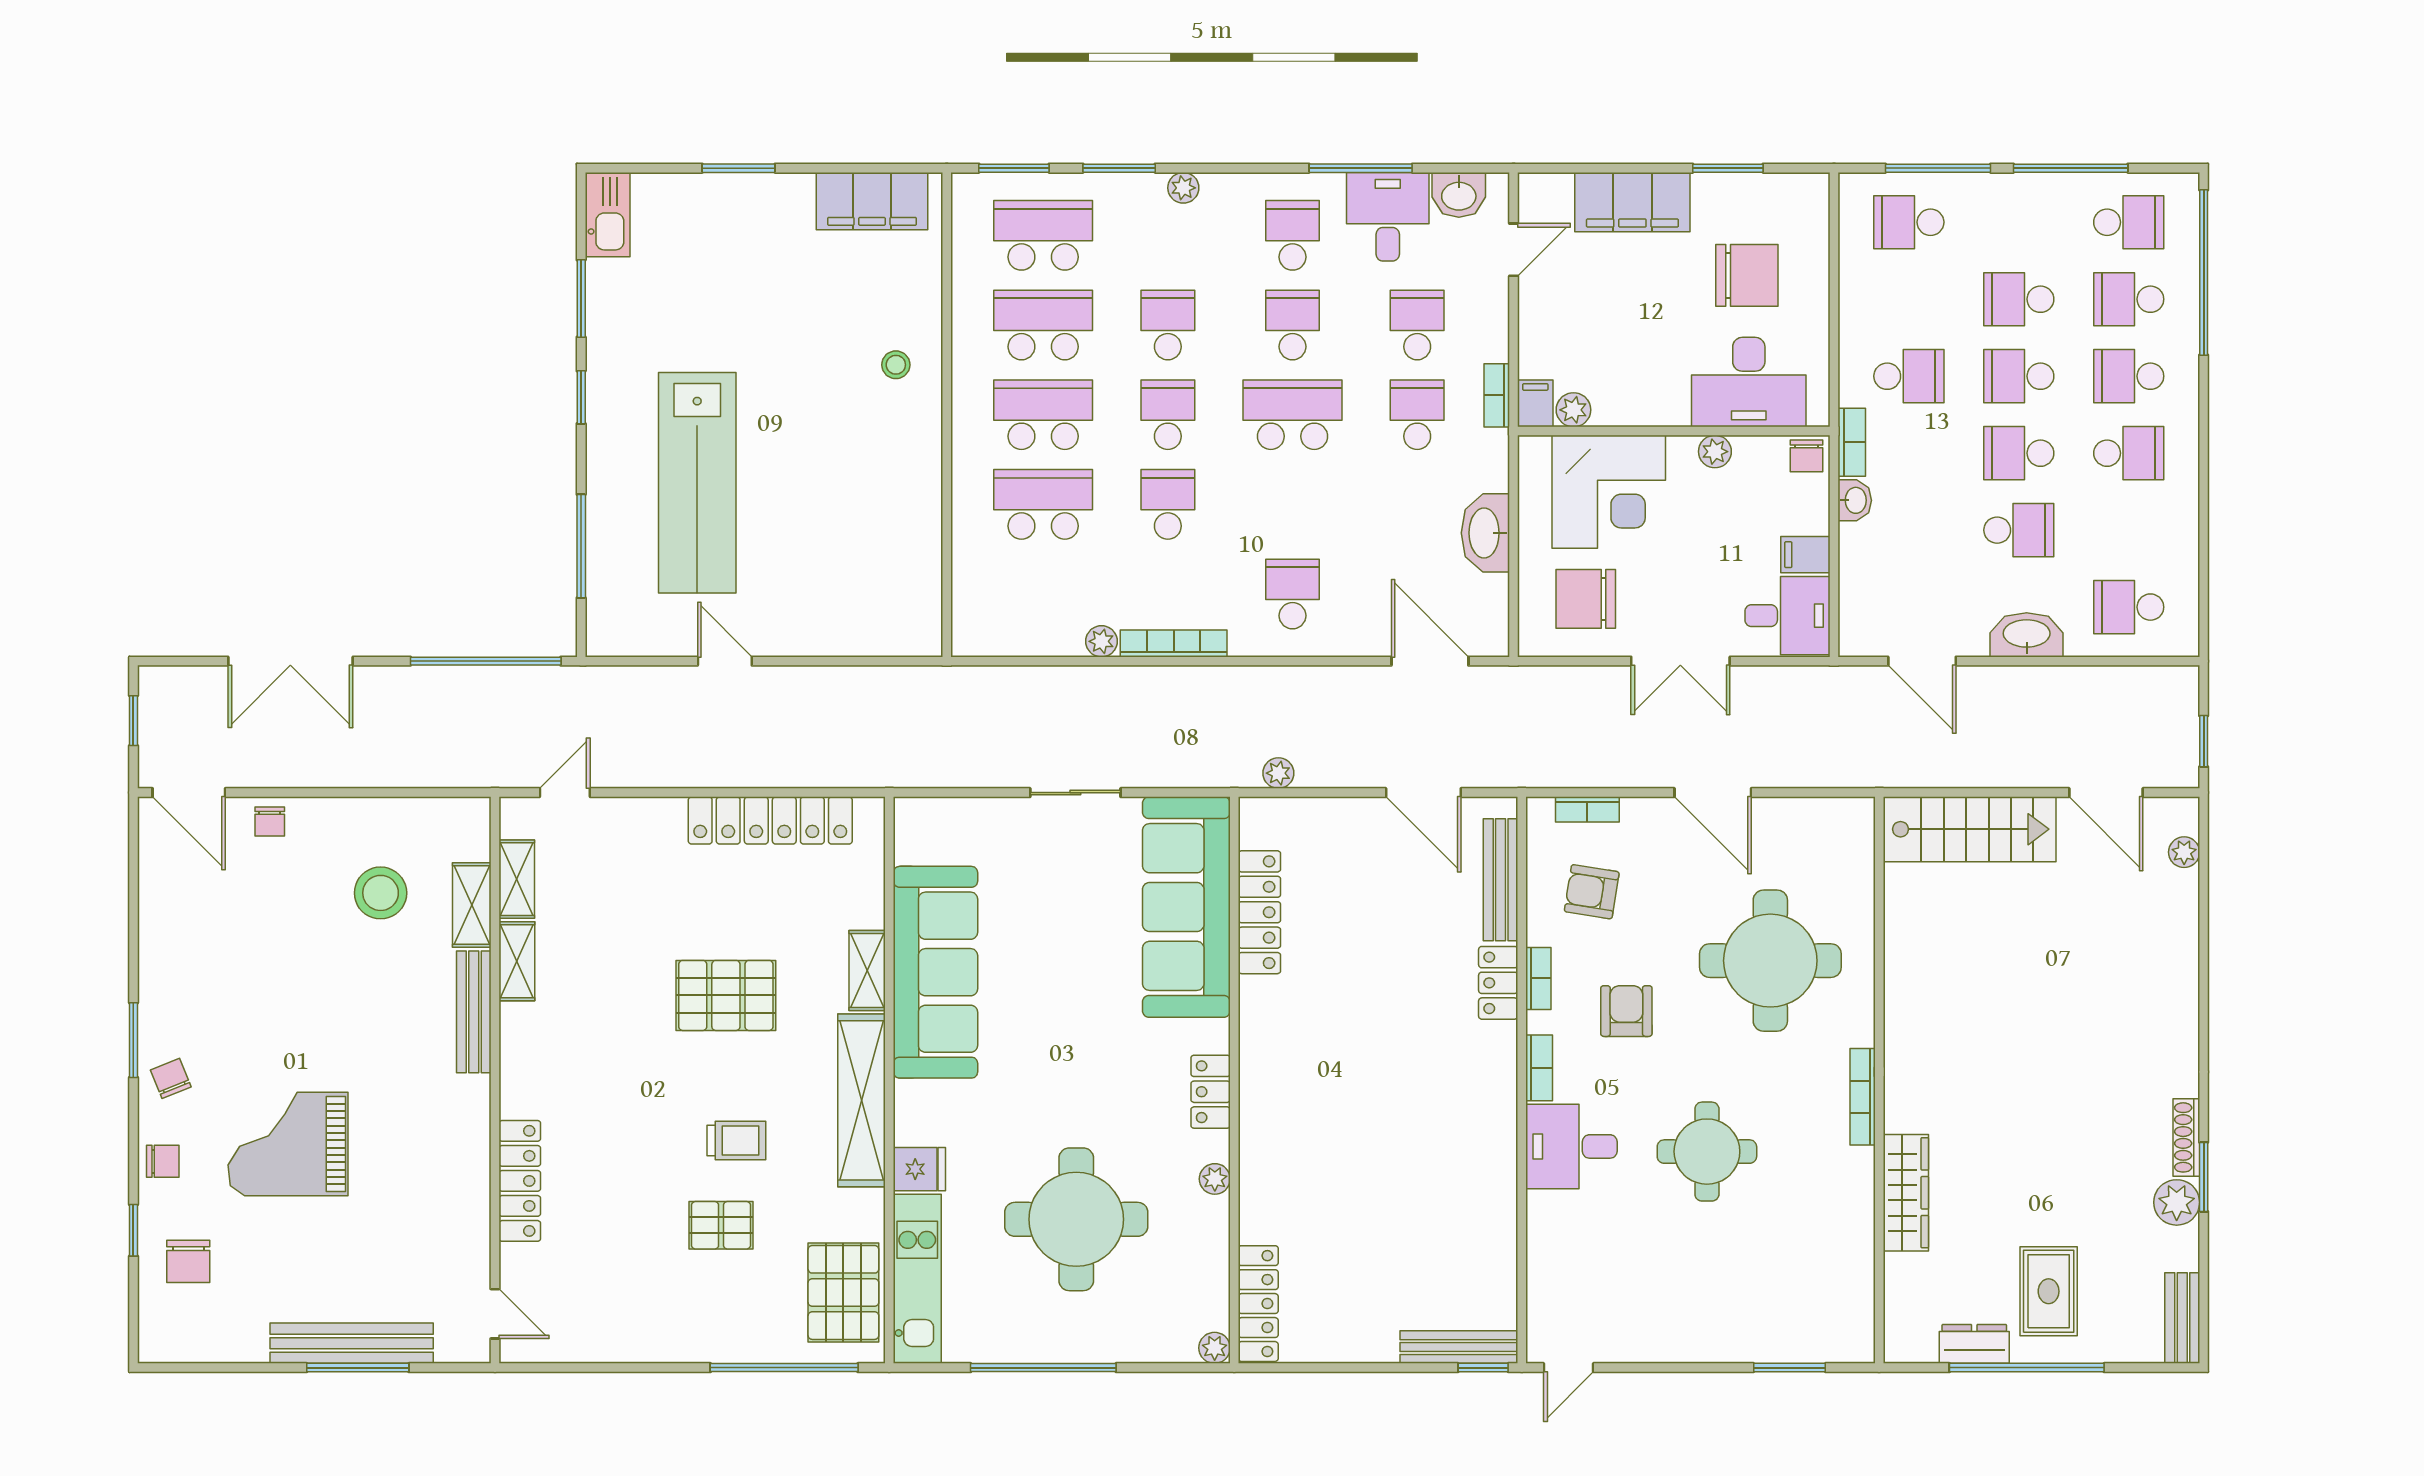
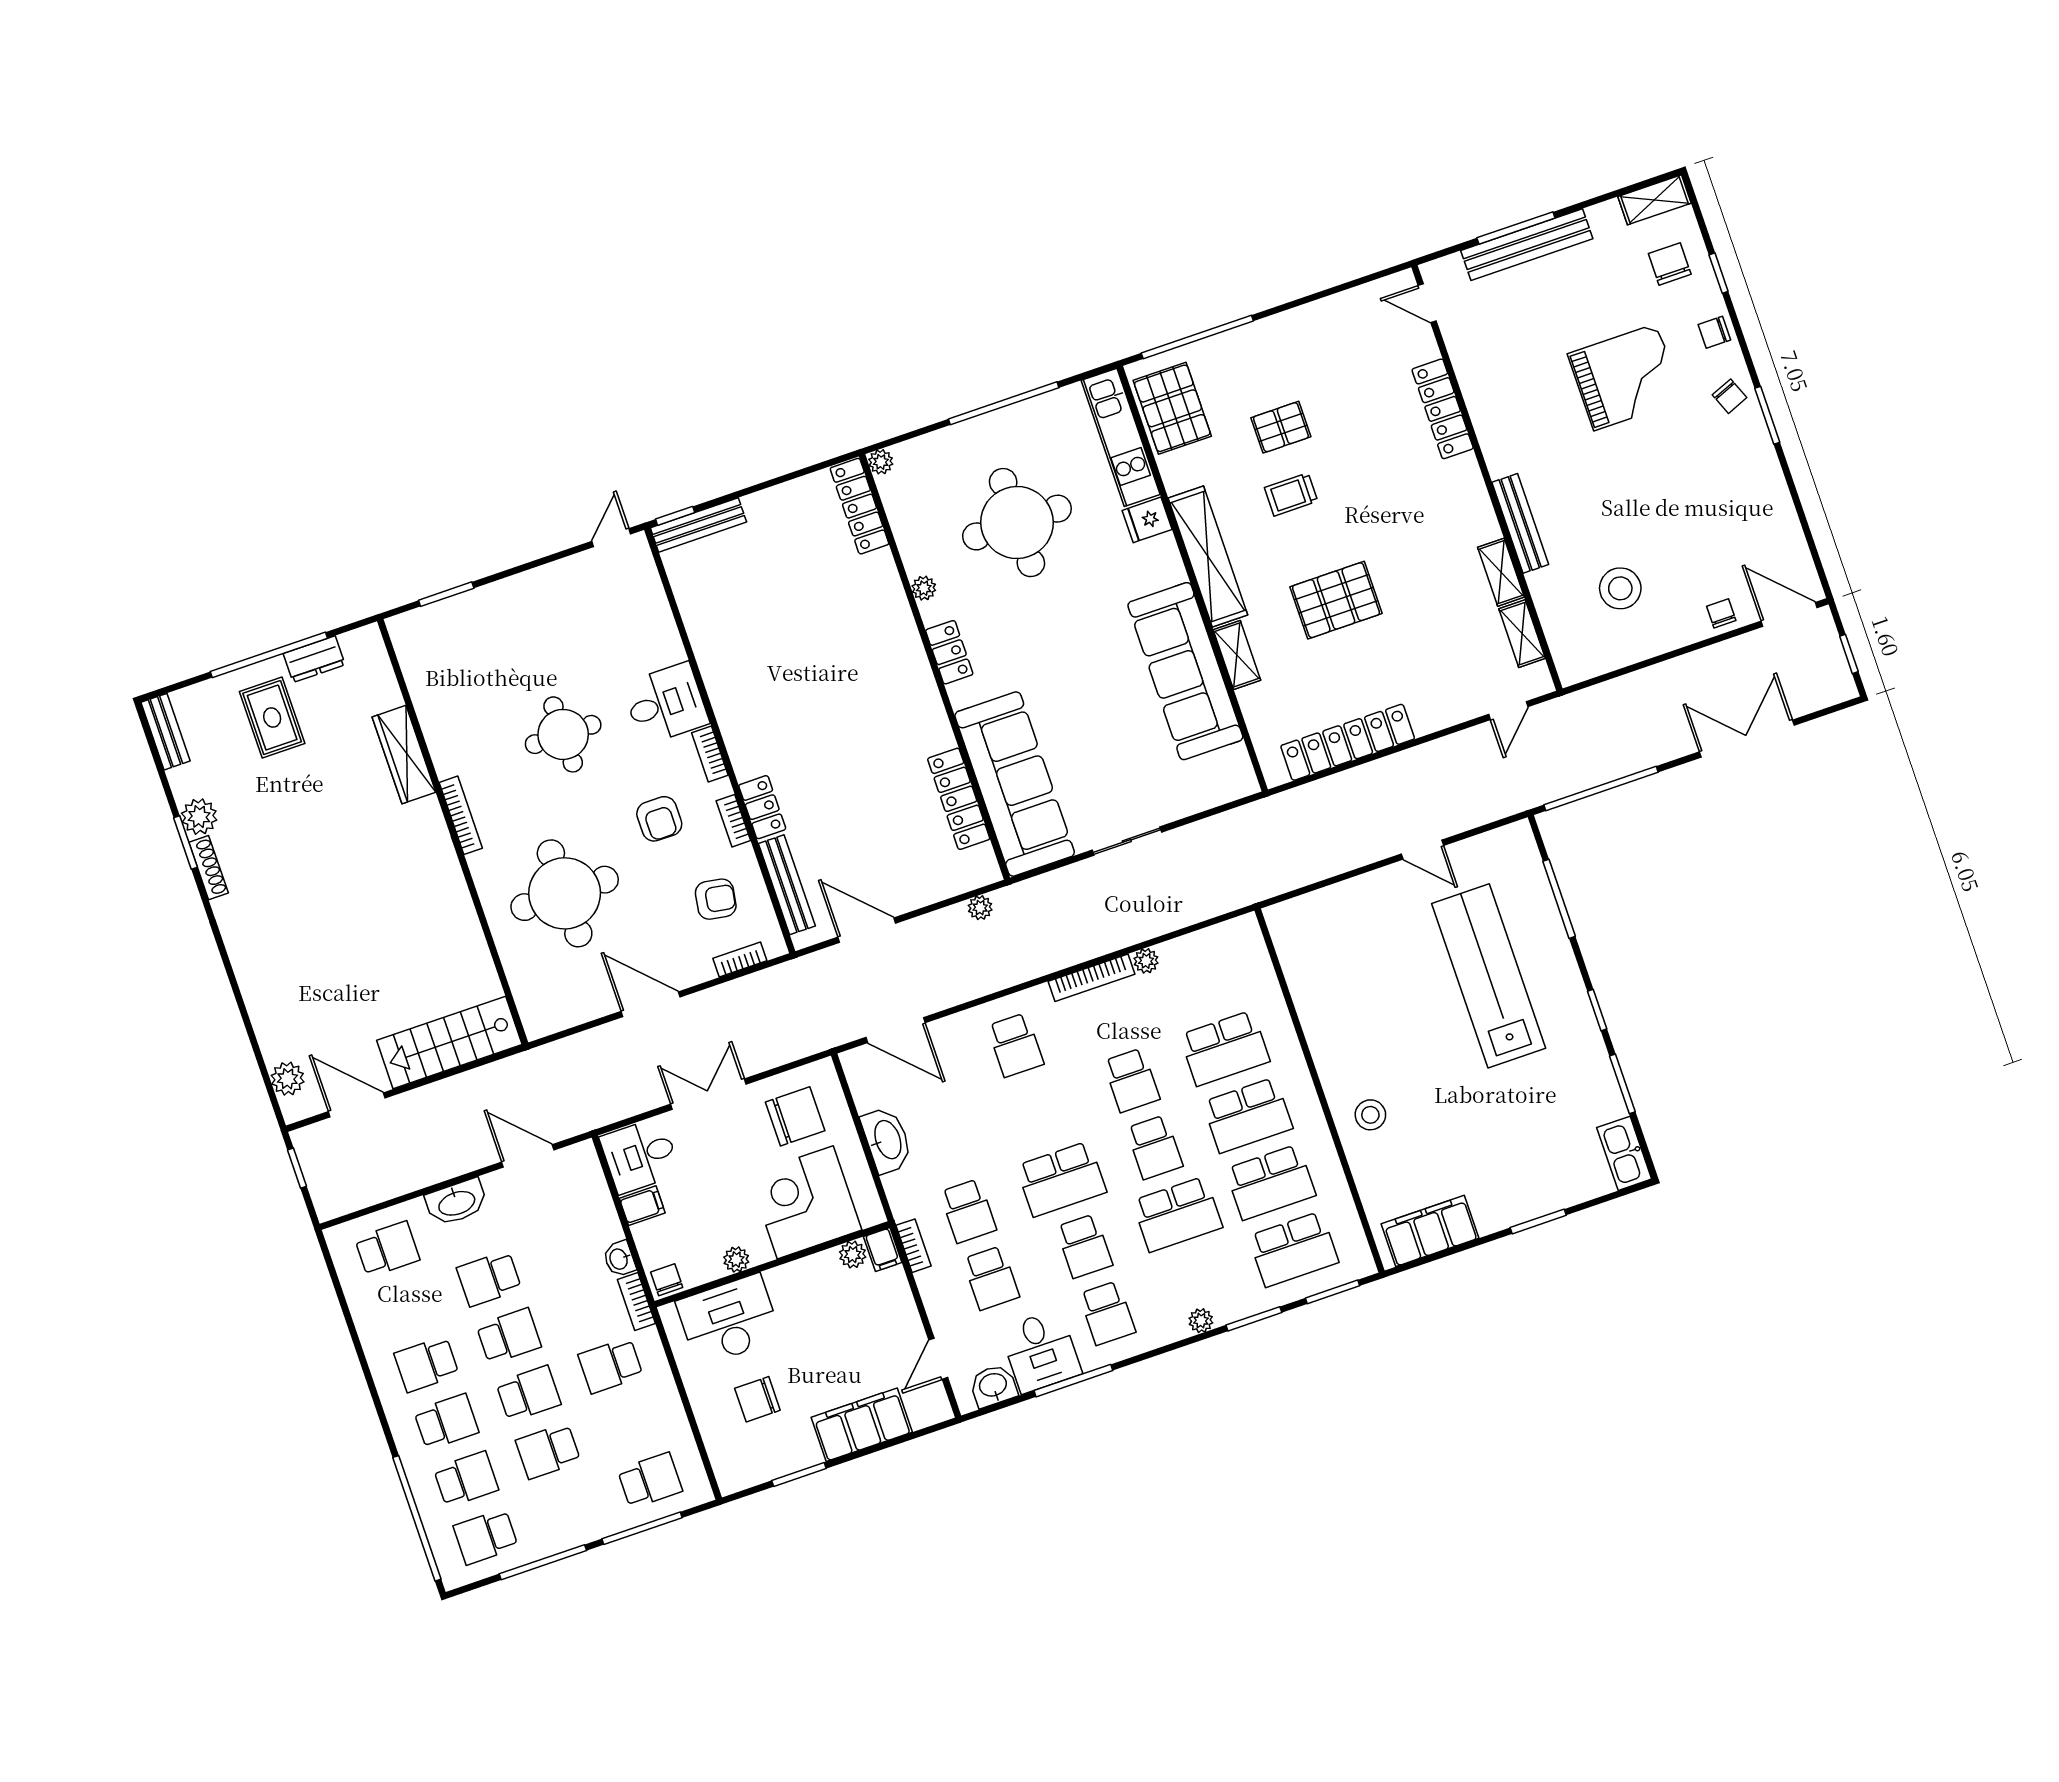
chair: (1747, 275) -> (757, 1399), width x0.73, depth x0.73
school desk: (2019, 299) -> (548, 1451), turned 180
school desk: (1168, 325) -> (1177, 1214), width x1.85
stool: (896, 365) -> (1370, 1115), width x1.37, depth x1.37
plant: (2184, 852) -> (288, 1079), width x1.38, depth x1.38
shelving: (472, 905) -> (1655, 200), moved, turned 90

